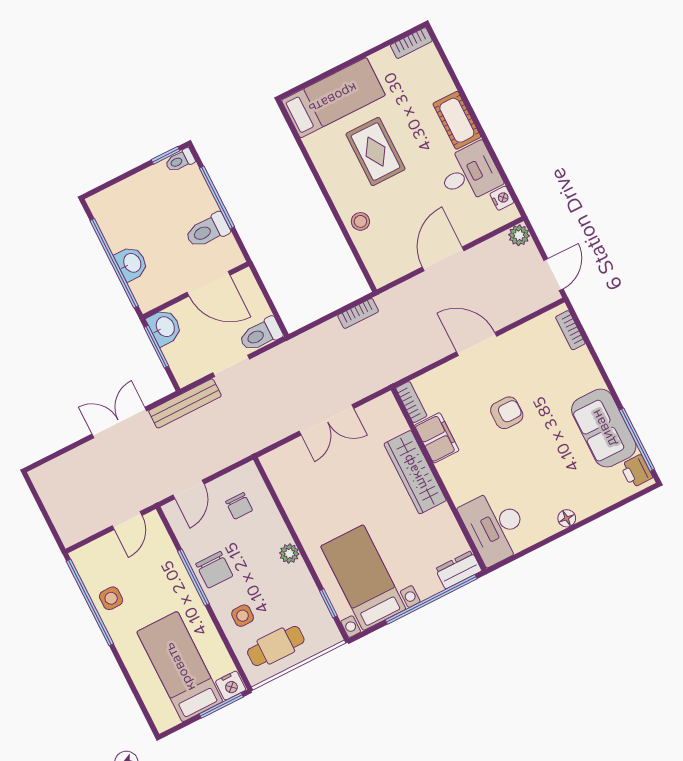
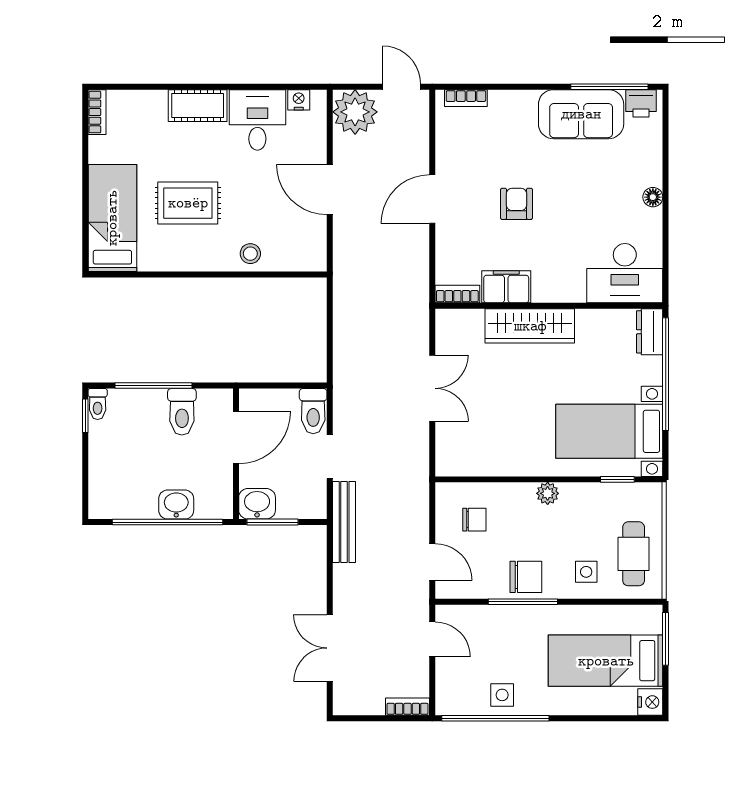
plant: (519, 235) -> (355, 112), width x1.87, depth x1.87
bookcase: (358, 313) -> (407, 707), moved, turned -90
double door: (119, 422) -> (330, 648), moved
nightstand: (231, 686) -> (650, 702), moved

